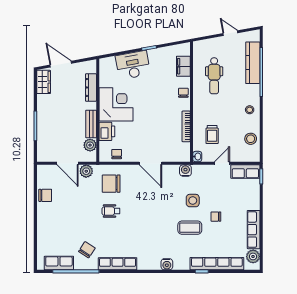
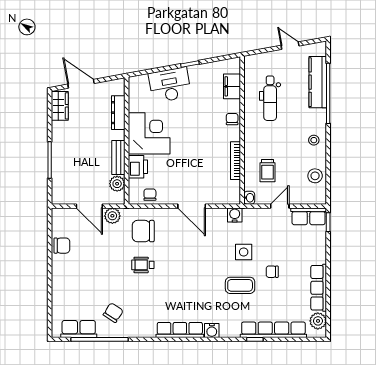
row of seats: (118, 264) -> (180, 330), moved

